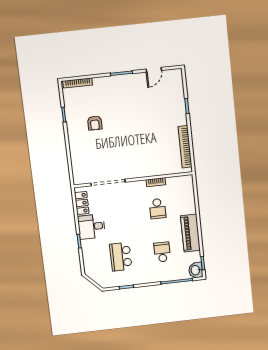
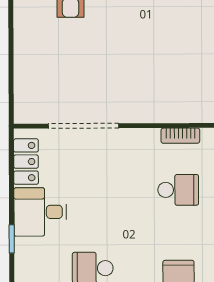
school desk: (158, 209) -> (178, 190), turned -90

